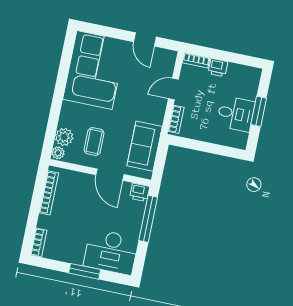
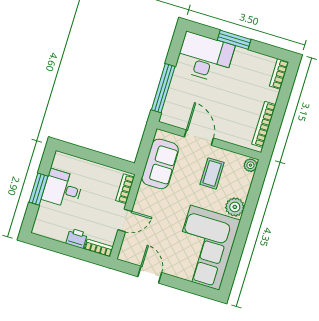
plant: (64, 137) -> (235, 207), moved
printer: (140, 192) -> (170, 116), removed

